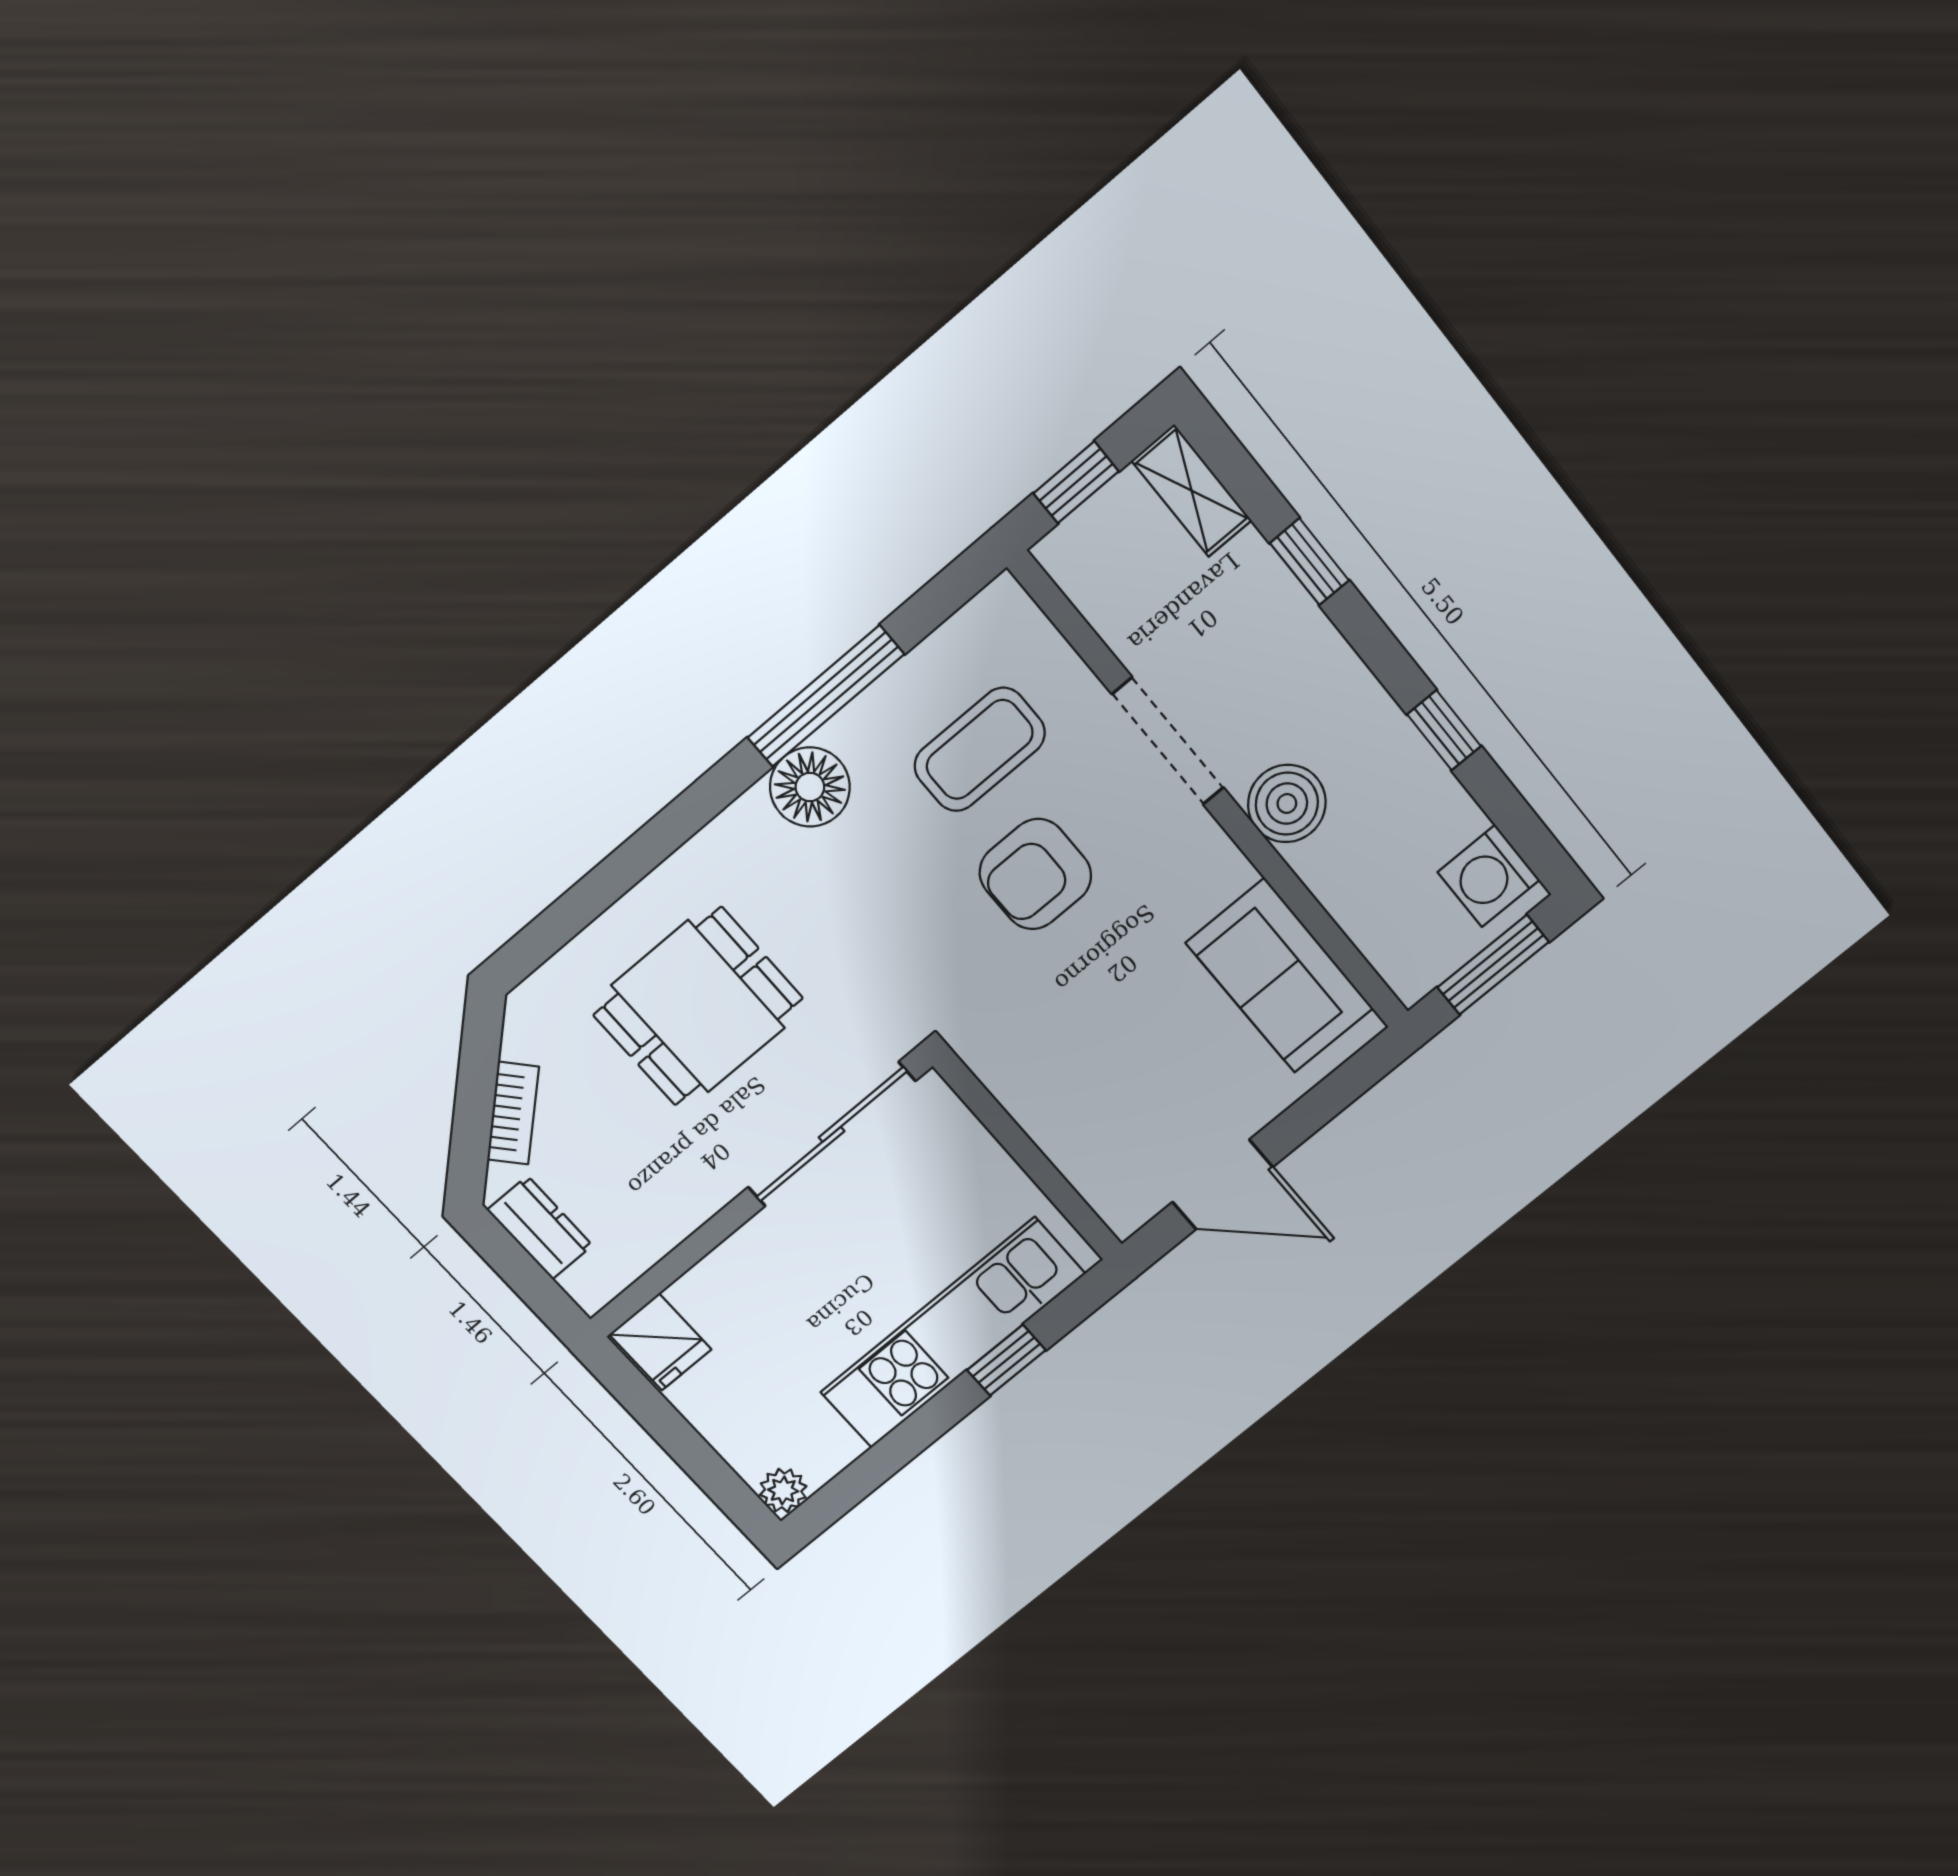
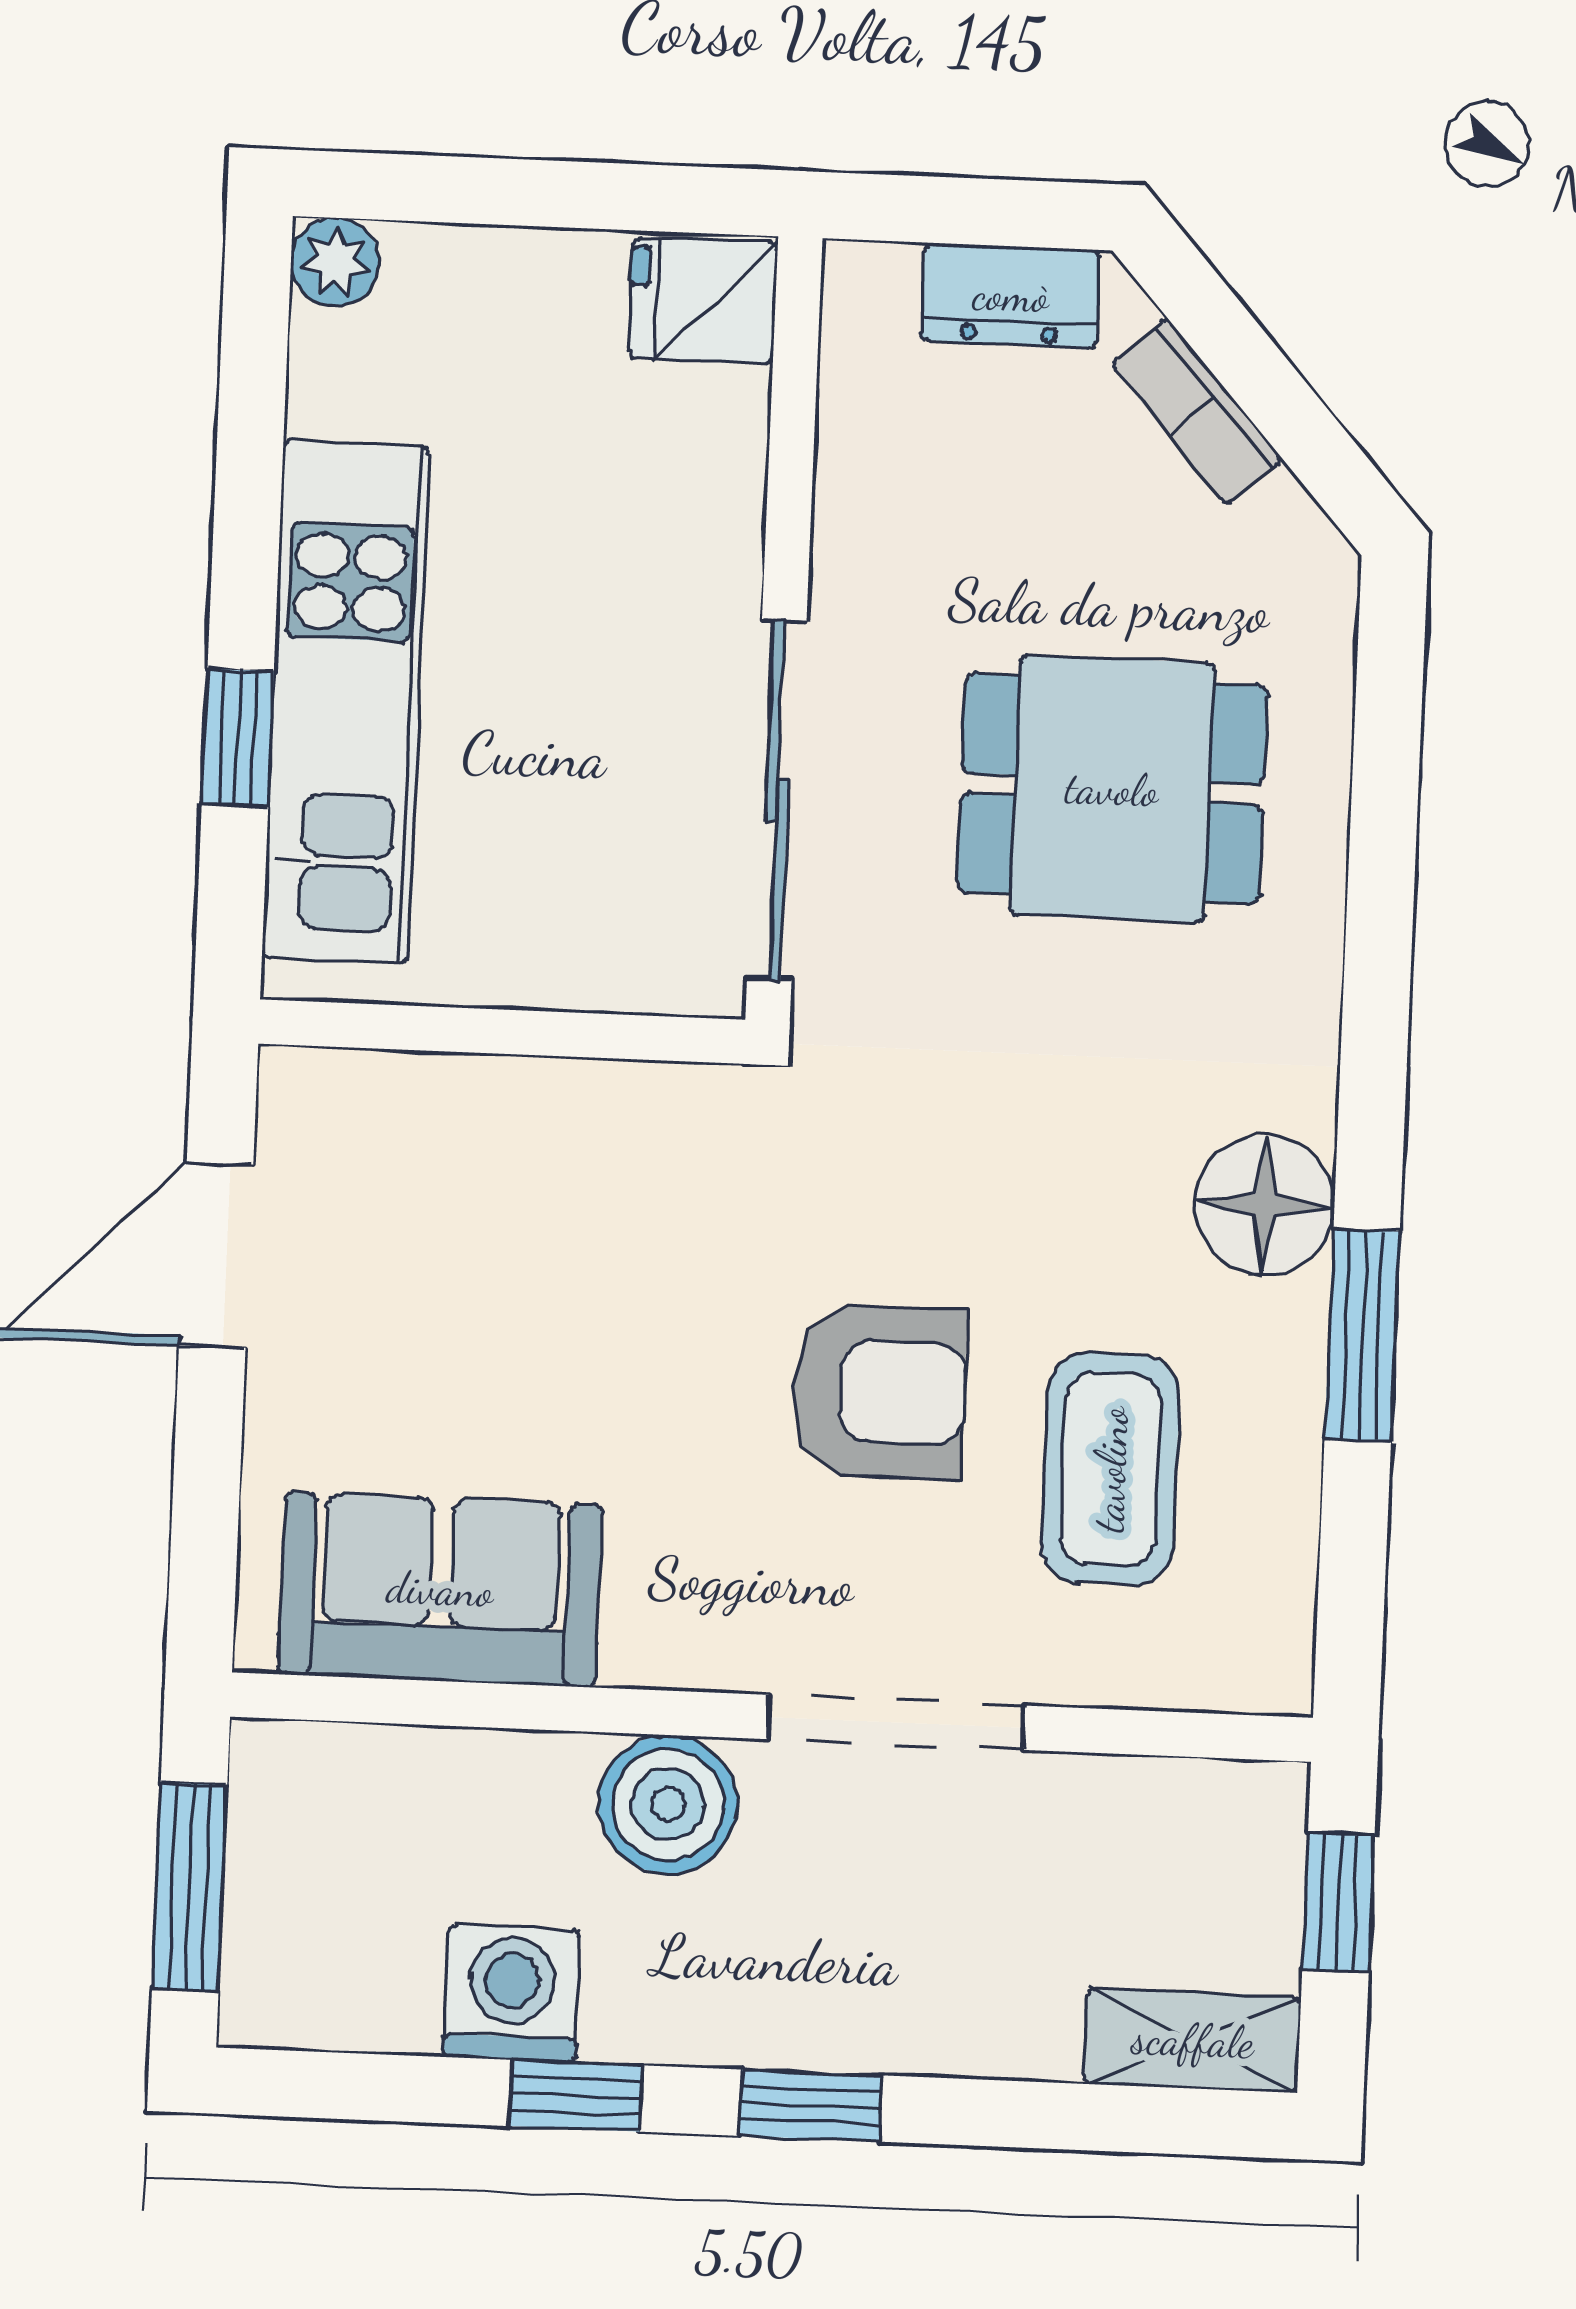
window: (1309, 562) -> (811, 2106), moved
window: (826, 696) -> (1362, 1335), width x0.69
armchair: (1035, 874) -> (879, 1391), turned 90
washing machine: (1489, 876) -> (512, 1994), moved
dining table: (698, 1007) -> (1112, 789), turned 90

